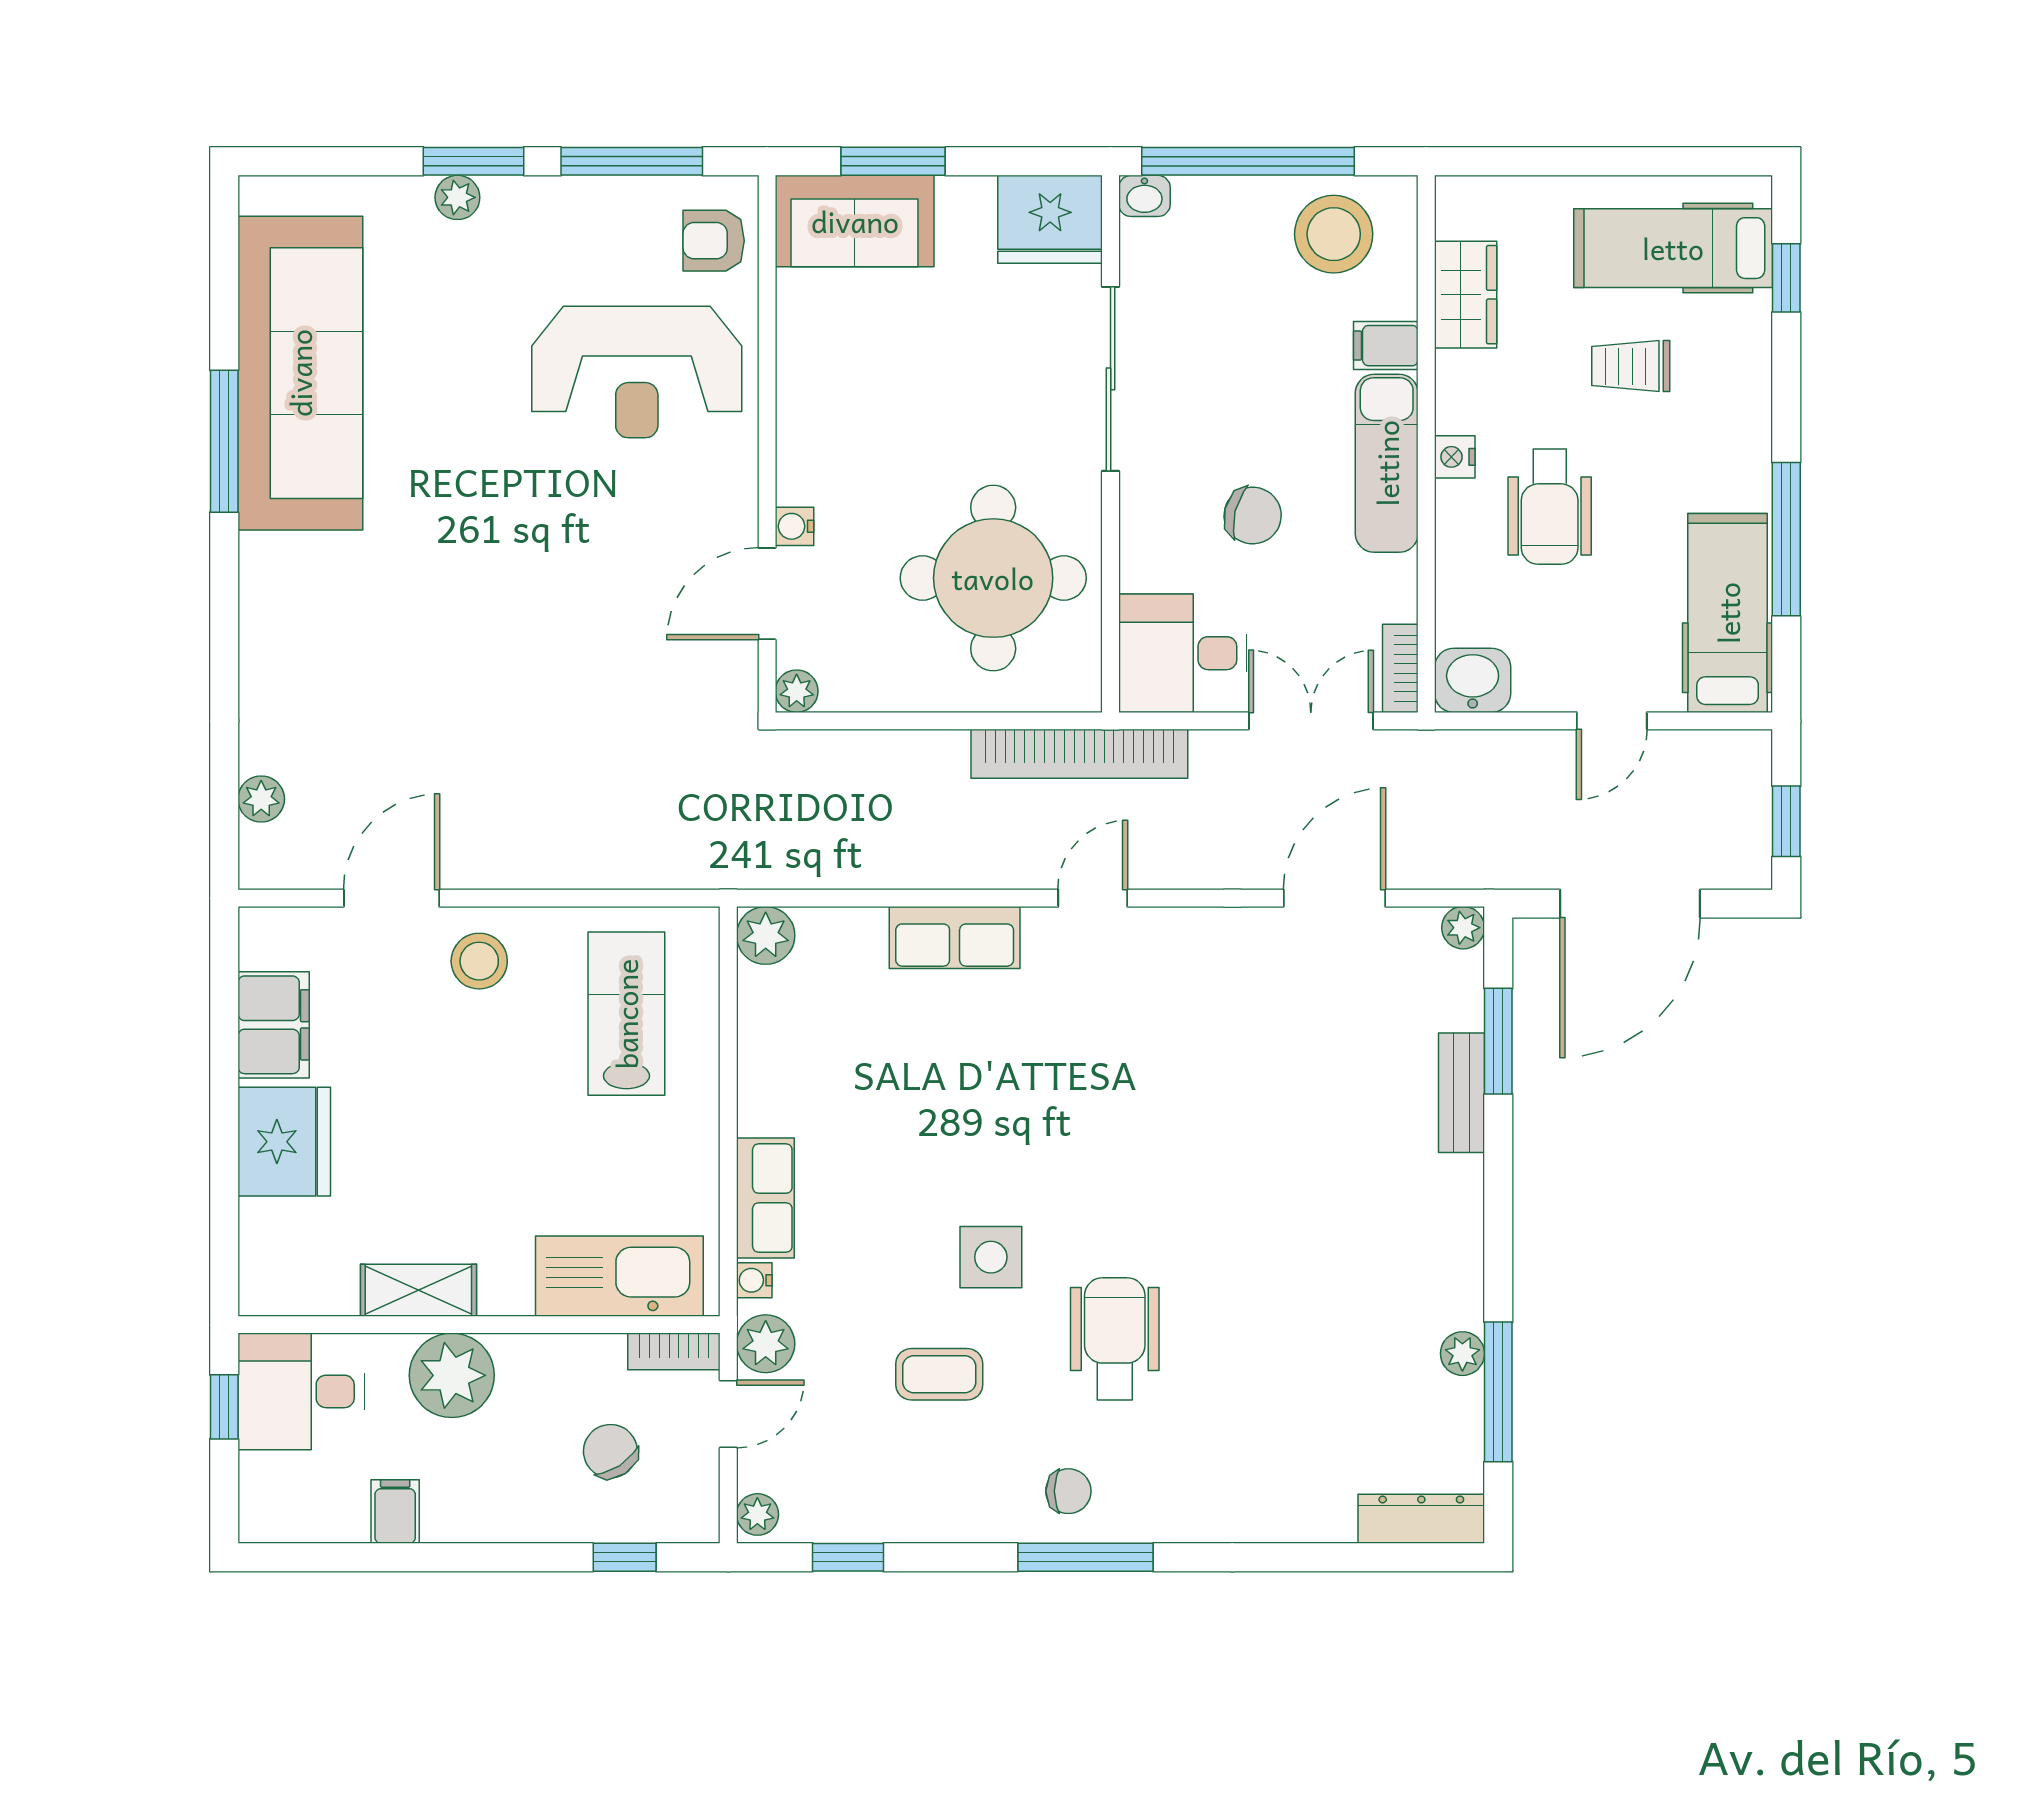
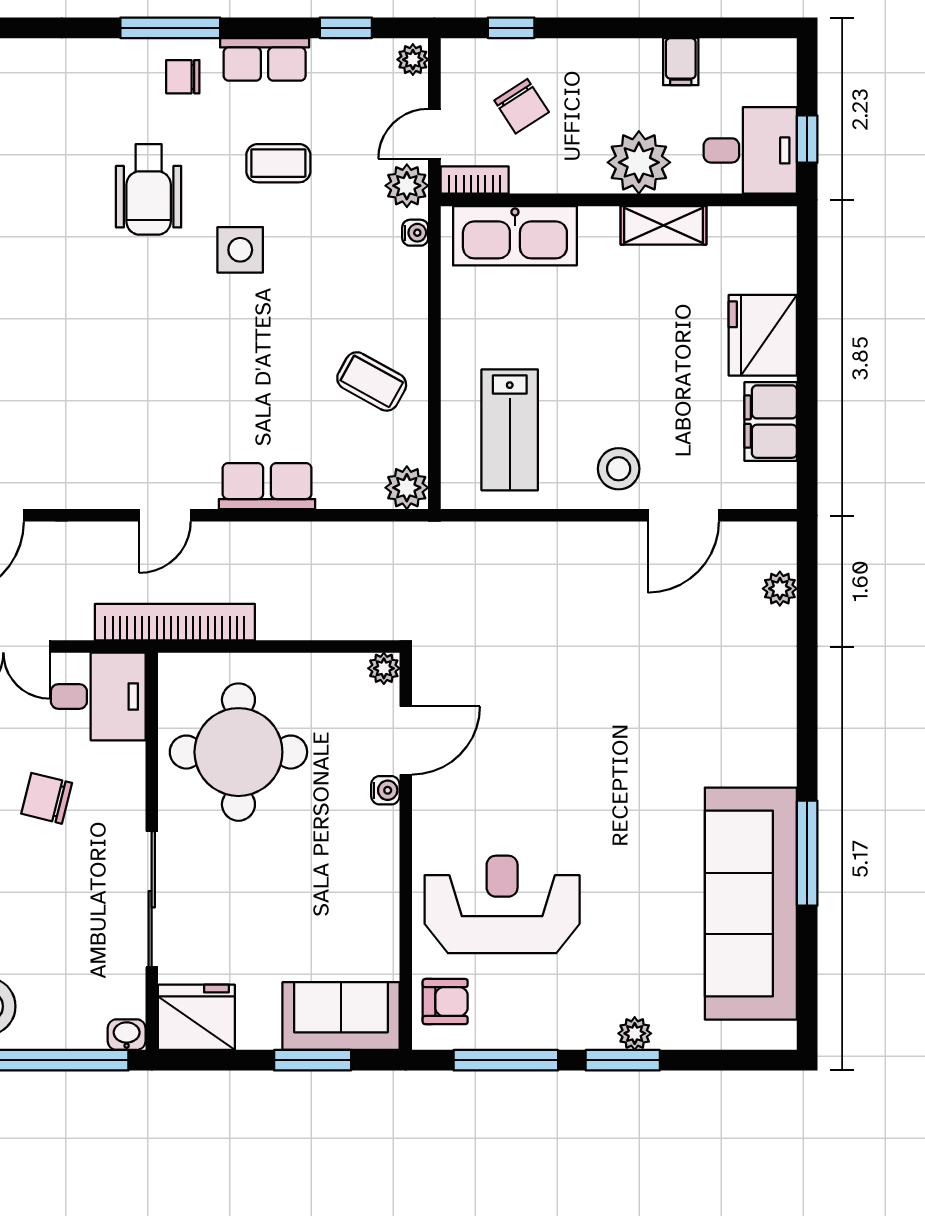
coffee table: (813, 1079) -> (372, 381), added
row of seats: (765, 1198) -> (265, 59), moved, turned -90

